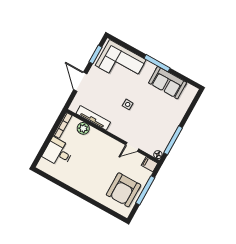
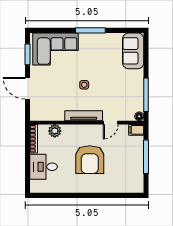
sofa: (168, 83) -> (133, 51), moved, turned 90
tv unit: (93, 118) -> (84, 116), moved
armchair: (123, 190) -> (90, 160), moved

